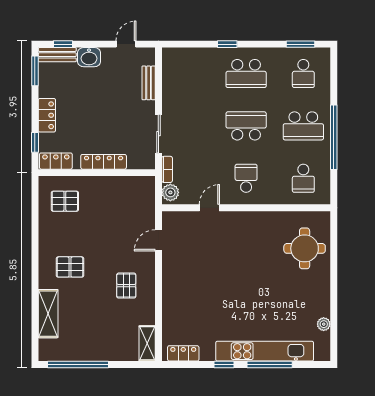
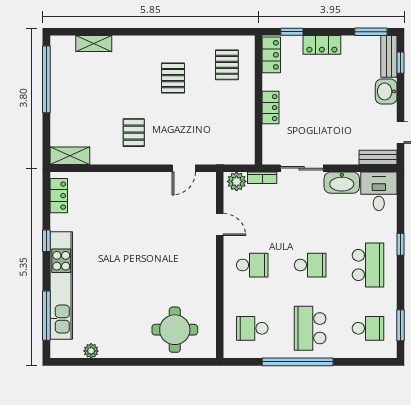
desk: (179, 64) -> (379, 191), added
school desk: (246, 73) -> (368, 265), turned 180
school desk: (303, 73) -> (368, 328), turned 180
bench: (149, 83) -> (378, 157), moved
washbasin: (171, 97) -> (342, 183), added
school desk: (246, 126) -> (310, 265), width x0.54
locker: (104, 162) -> (270, 108), width x0.66
door: (158, 240) -> (184, 168), swing flipped
pallet: (70, 267) -> (173, 78), moved
pallet: (126, 286) -> (134, 133), turned 90
shelving: (48, 314) -> (94, 43), width x0.67, depth x0.75
window: (270, 365) -> (46, 316), moved

